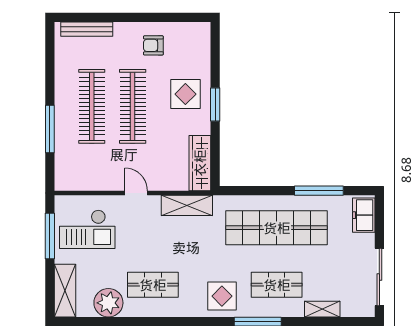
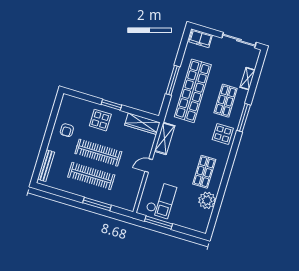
window: (319, 191) -> (173, 80), moved
shelving: (65, 291) -> (193, 223), removed

